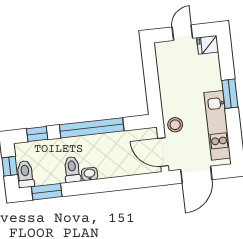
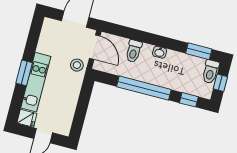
kitchen unit: (217, 125) -> (36, 82), moved
toilet: (72, 169) -> (134, 51), moved

